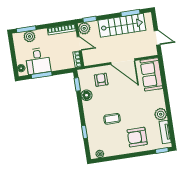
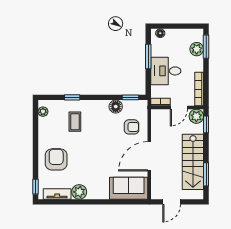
desk: (38, 61) -> (166, 71), moved
coffee table: (112, 119) -> (75, 122), moved

